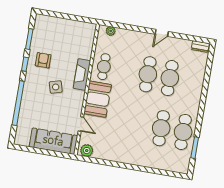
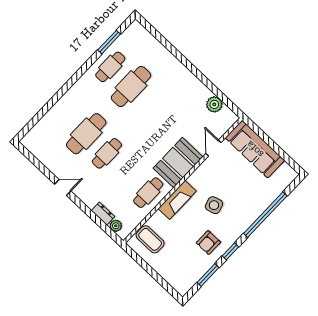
coffee table: (82, 37) -> (150, 239), added
dresser: (200, 46) -> (103, 214), moved
cafe table: (148, 74) -> (107, 153), width x0.73, depth x0.74
cafe table: (183, 132) -> (110, 67), width x0.73, depth x0.74
plant: (87, 151) -> (214, 104), moved

